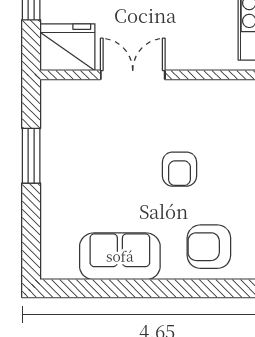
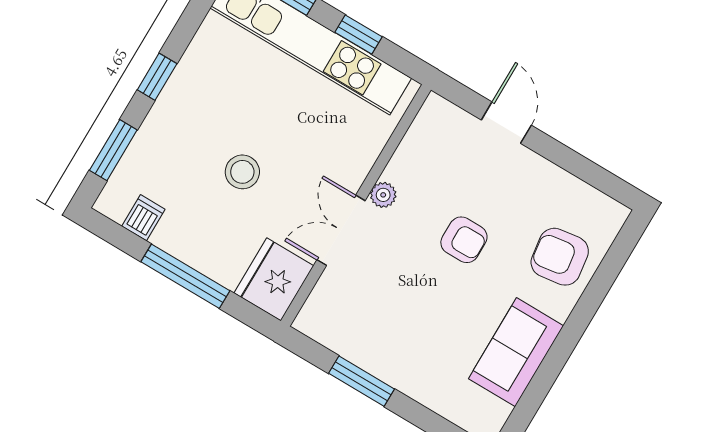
plant: (177, 90) -> (383, 195), added
armchair: (209, 247) -> (560, 257), turned 82

